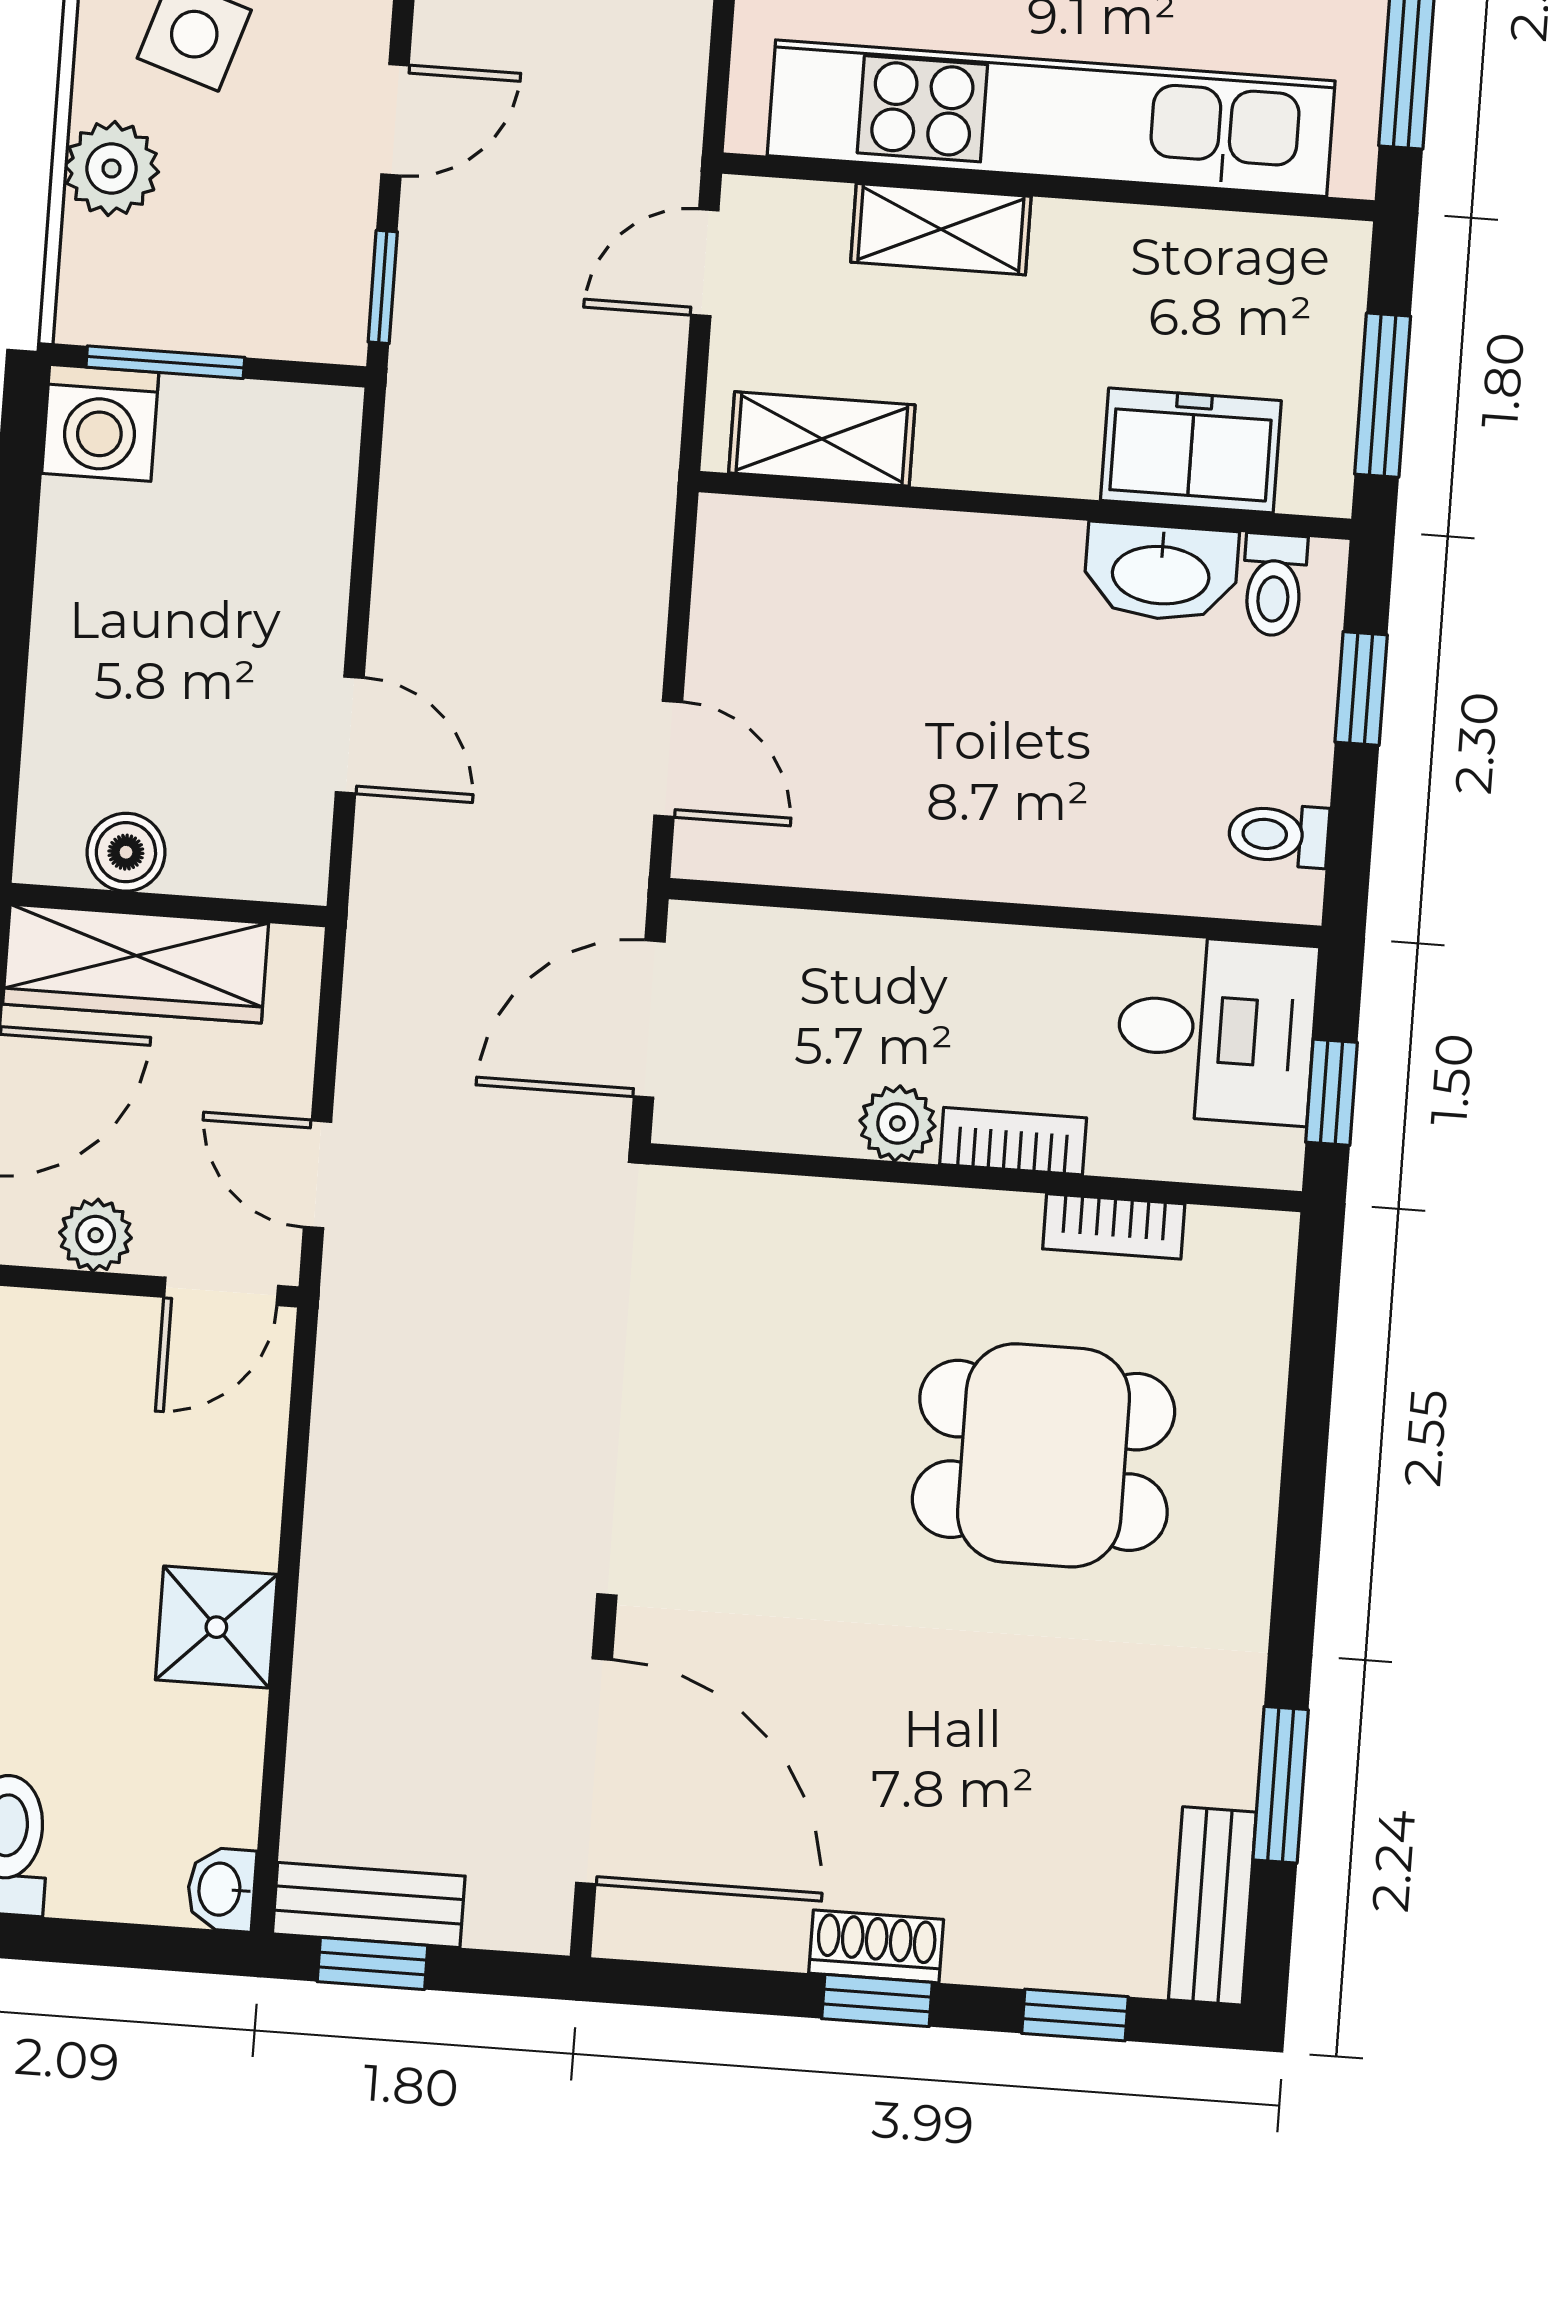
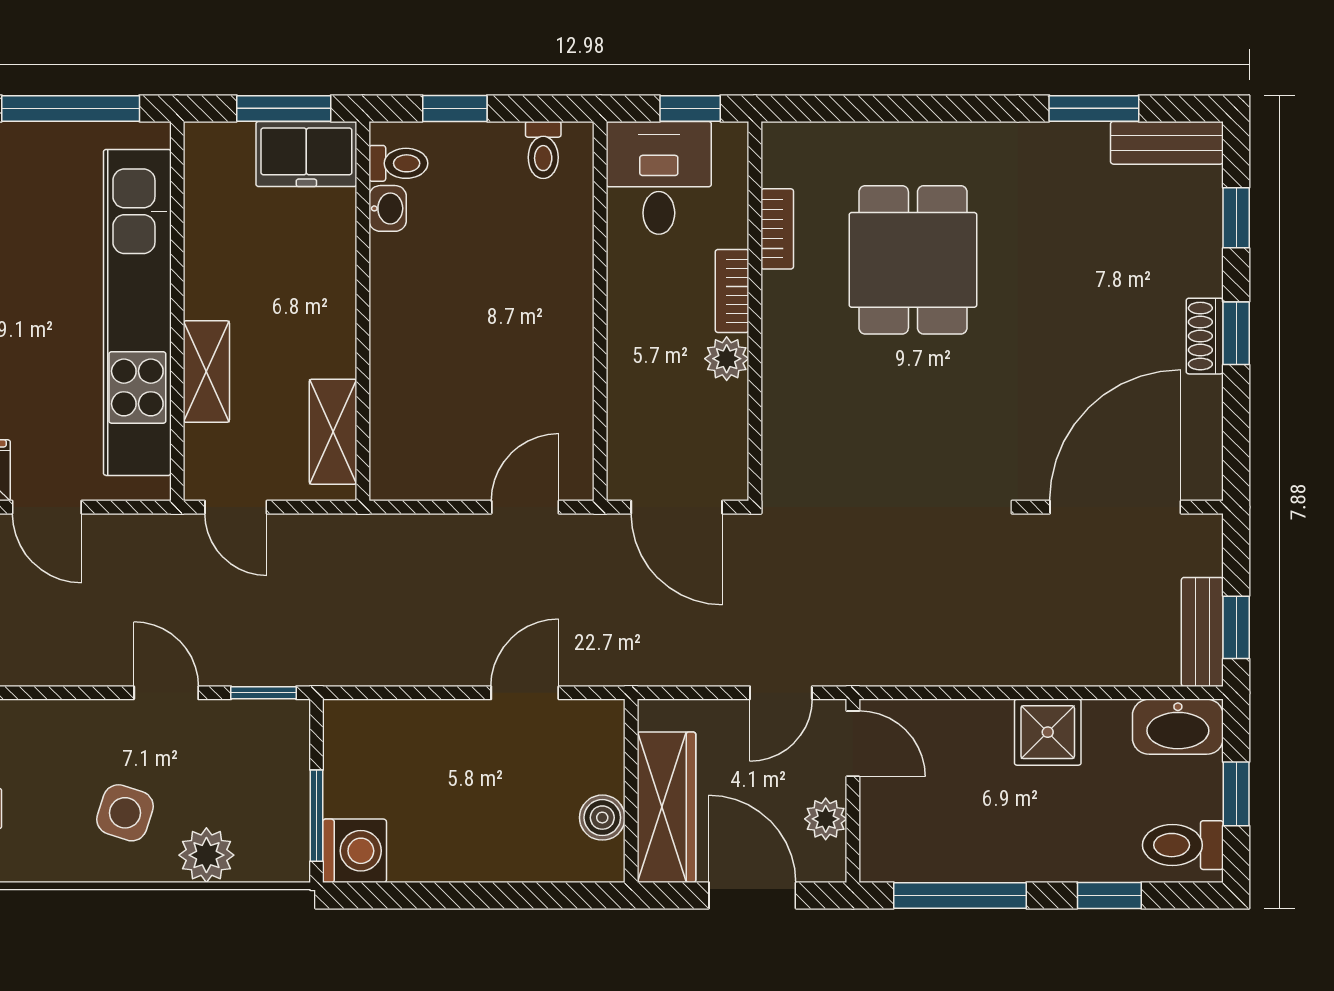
freezer: (1191, 450) -> (306, 154), moved, turned -90
washbasin: (1161, 572) -> (388, 208), width x0.52, depth x0.69
washbasin: (221, 1889) -> (1178, 727), width x1.91, depth x1.45
window: (87, 1942) -> (1236, 794), added

